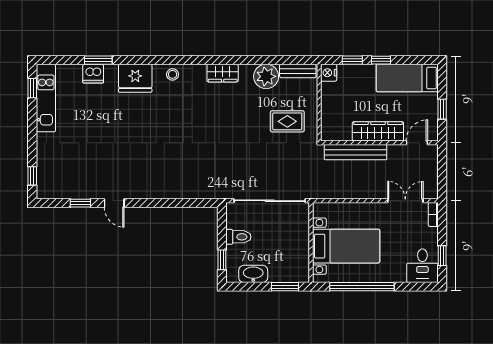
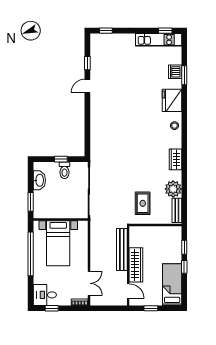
nightstand: (329, 73) -> (176, 231), removed
window: (222, 260) -> (61, 159), moved

